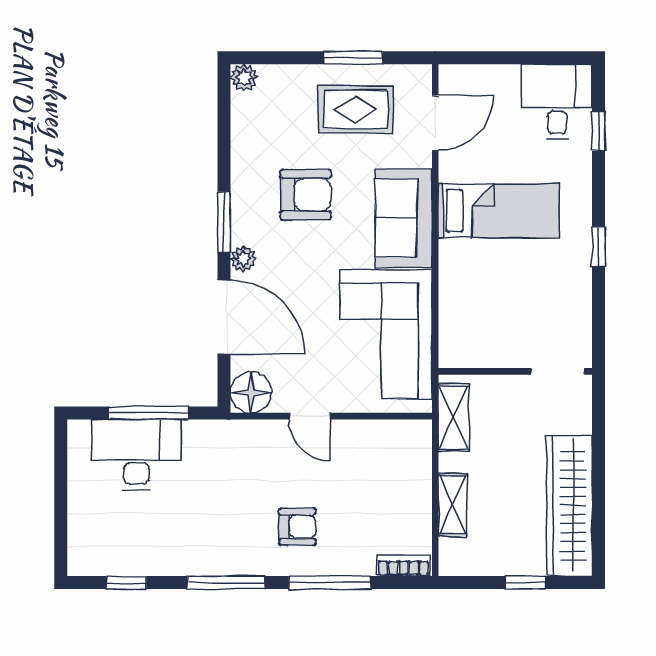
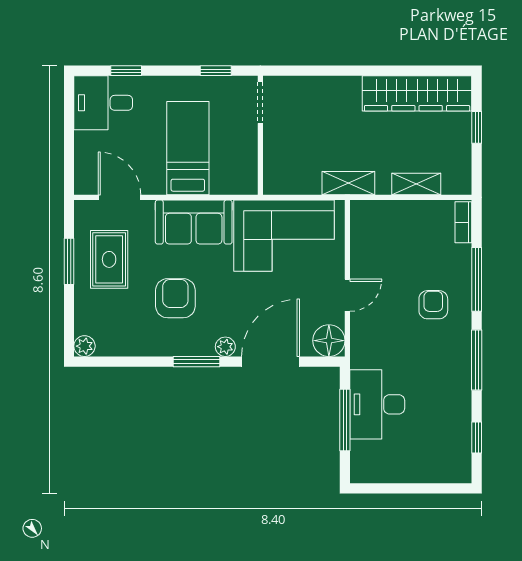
wall: (515, 371) -> (260, 135), moved
doorway: (558, 371) -> (260, 102), moved
desk: (136, 455) -> (377, 404), moved

